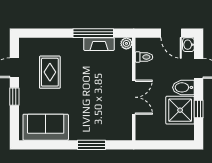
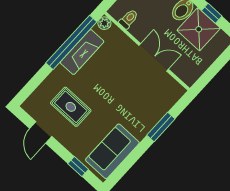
window: (93, 33) -> (71, 42), width x1.46
fireplace: (99, 44) -> (82, 52), width x1.37, depth x1.32
window: (14, 97) -> (78, 167), moved

